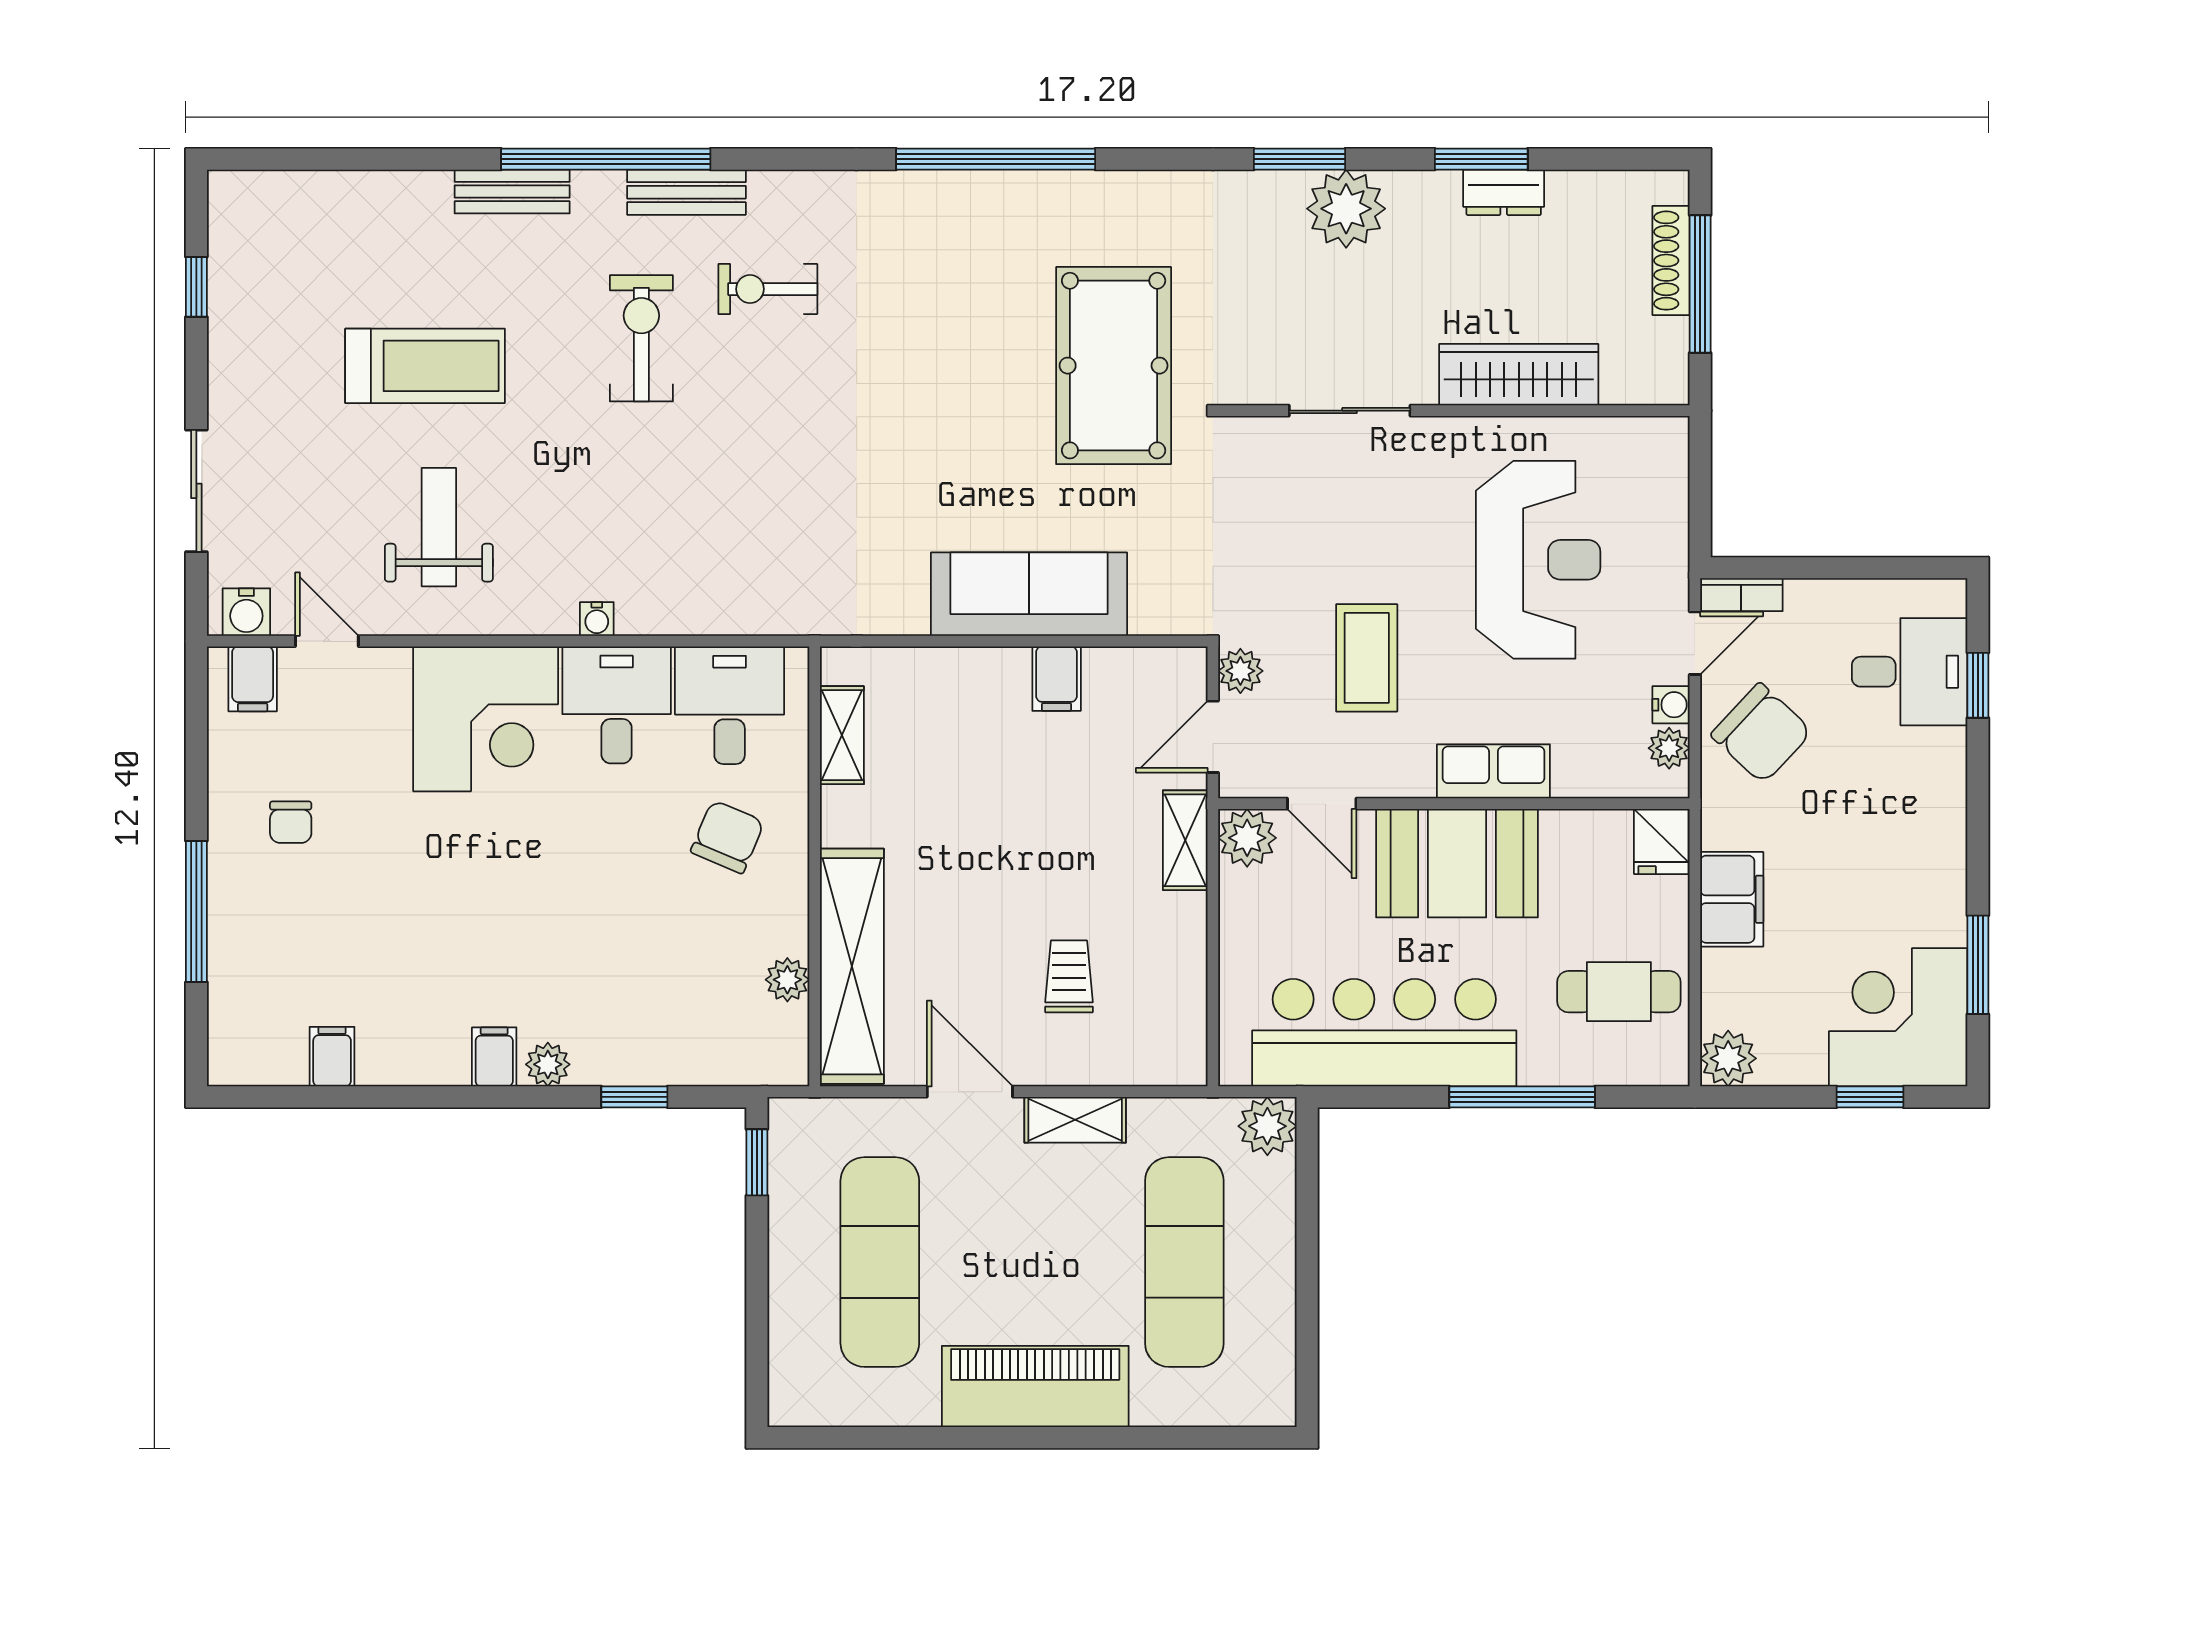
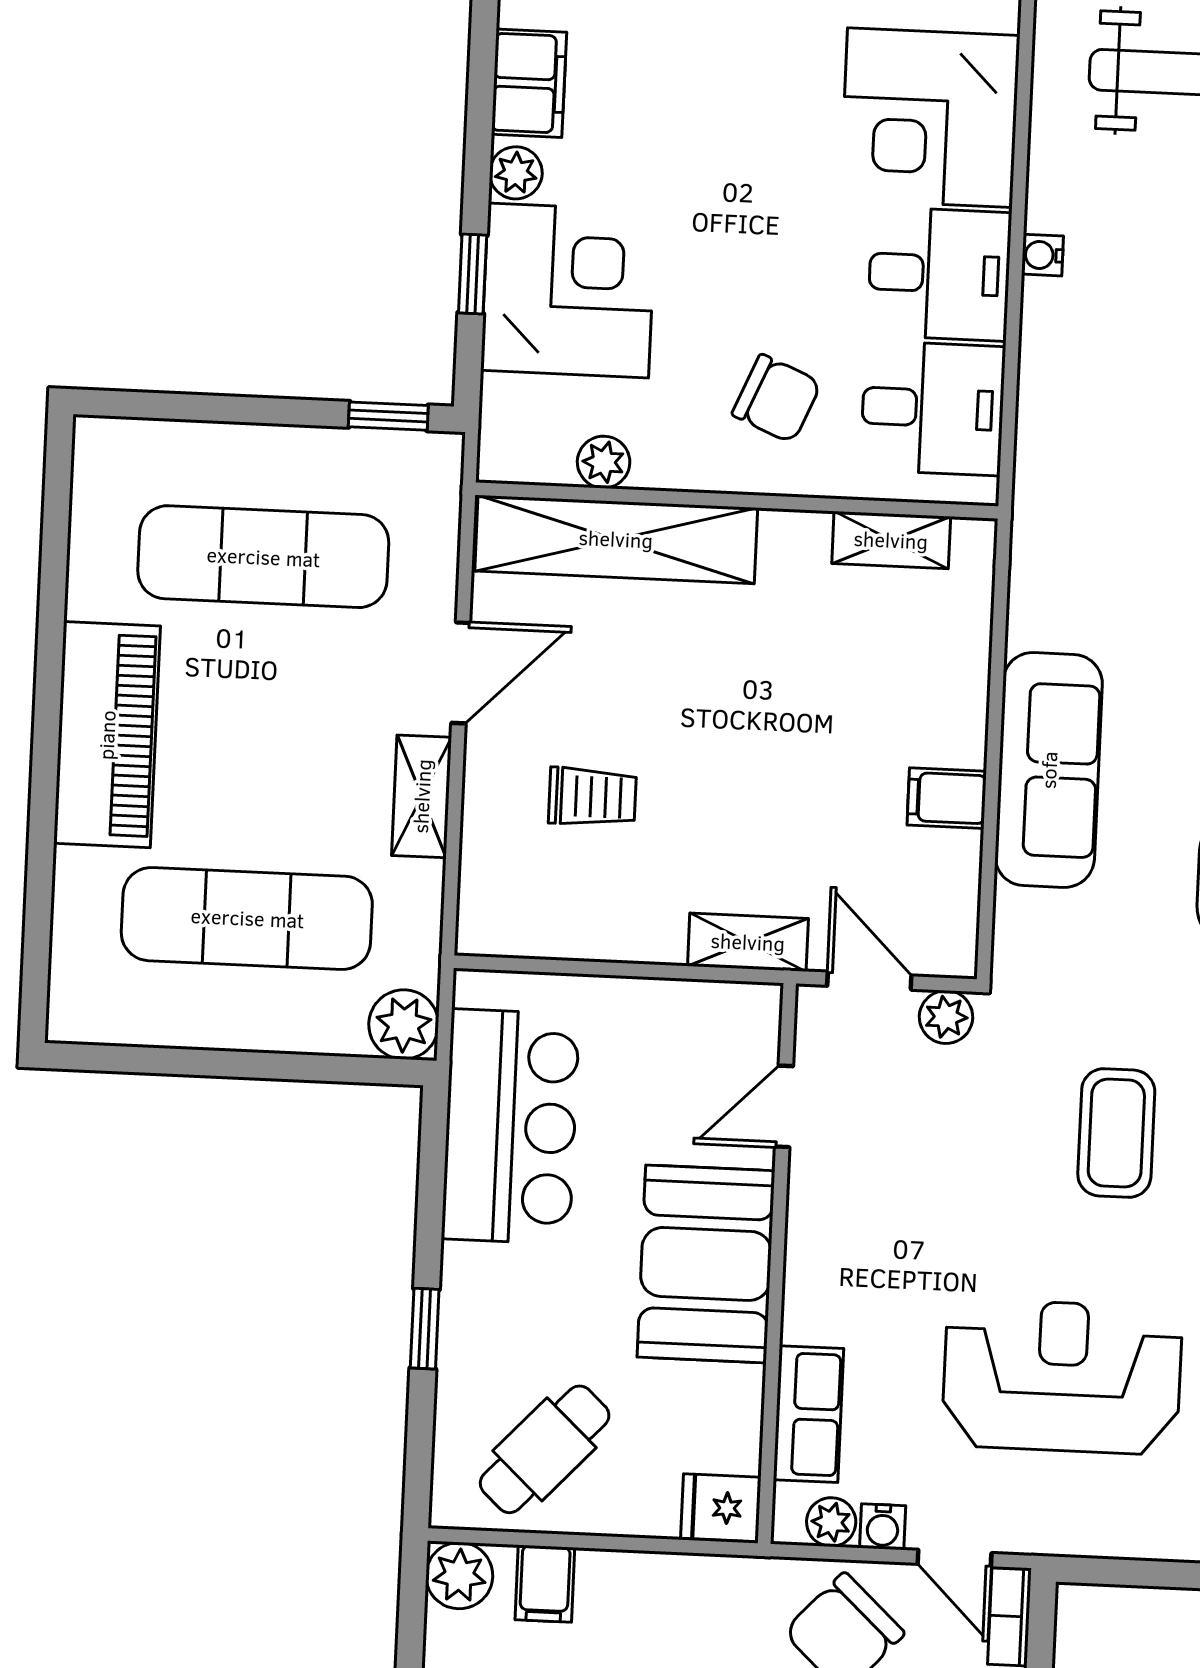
reception desk: (1538, 560) -> (1062, 1377), turned 180
coffee table: (1367, 658) -> (1116, 1133), moved, turned 90
row of seats: (1493, 771) -> (809, 1414), moved
plant: (1247, 838) -> (747, 1016), removed
filing cabinet: (1732, 899) -> (545, 1584), moved, width x0.50
cafe table: (1619, 992) -> (545, 1449), turned 43
corner desk: (645, 1016) -> (568, 290), added
bar counter: (1384, 1033) -> (510, 1127), width x0.73
filing cabinet: (494, 1057) -> (529, 83), width x2.00
window: (1522, 1097) -> (425, 1329), width x0.46

